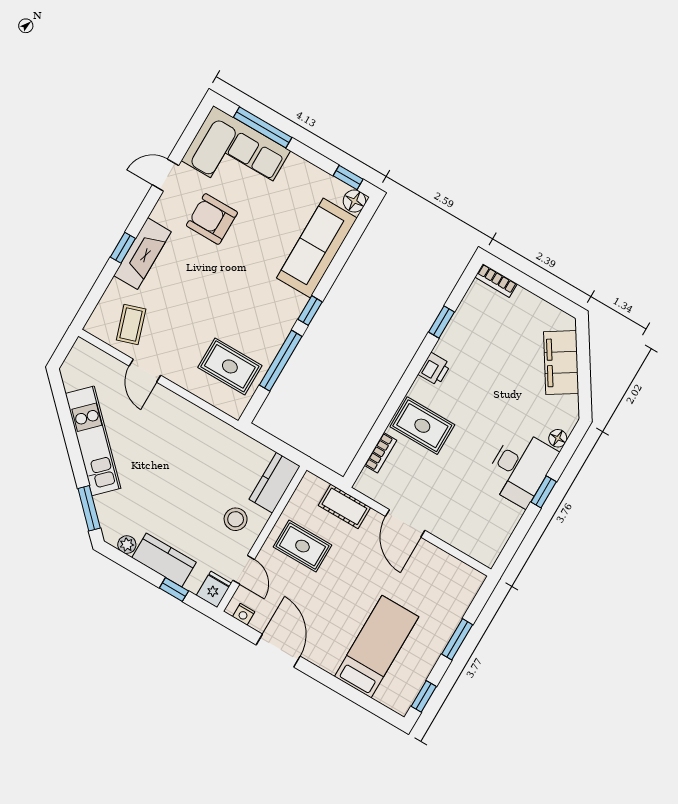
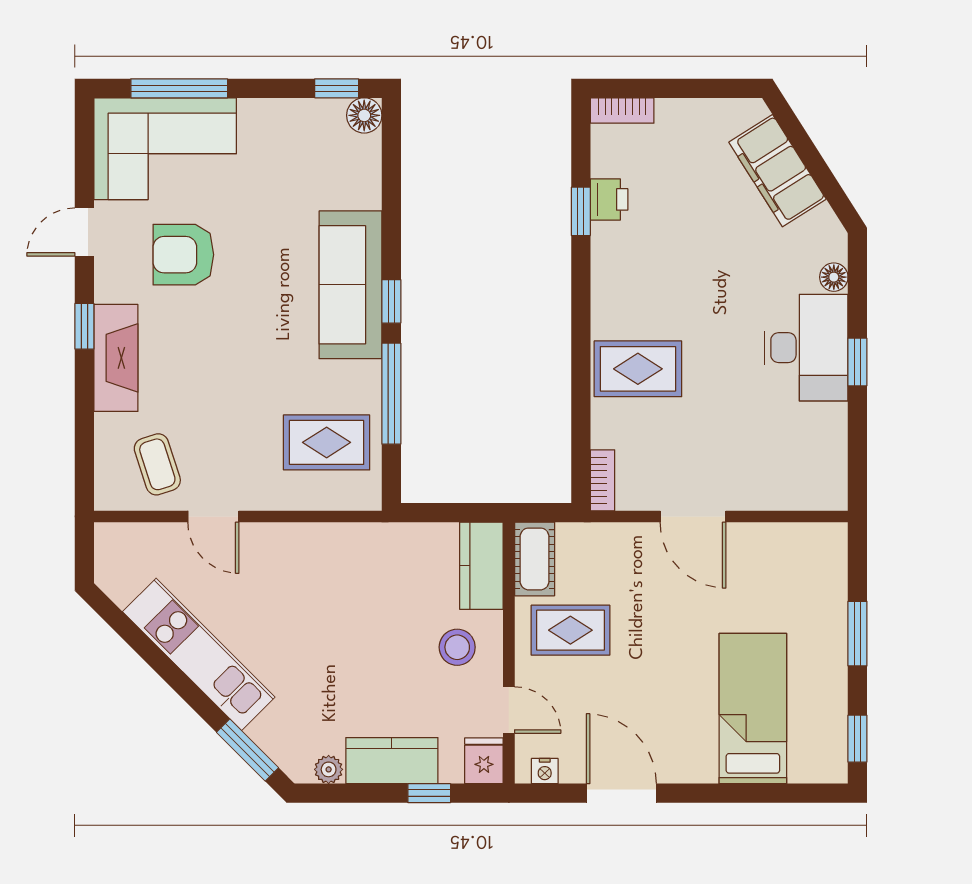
window: (123, 248) -> (84, 326), moved
sofa: (317, 248) -> (350, 285), moved
printer: (434, 369) -> (609, 199), moved
bookcase: (381, 453) -> (602, 480), moved
cot: (344, 506) -> (535, 559), moved, turned 90

